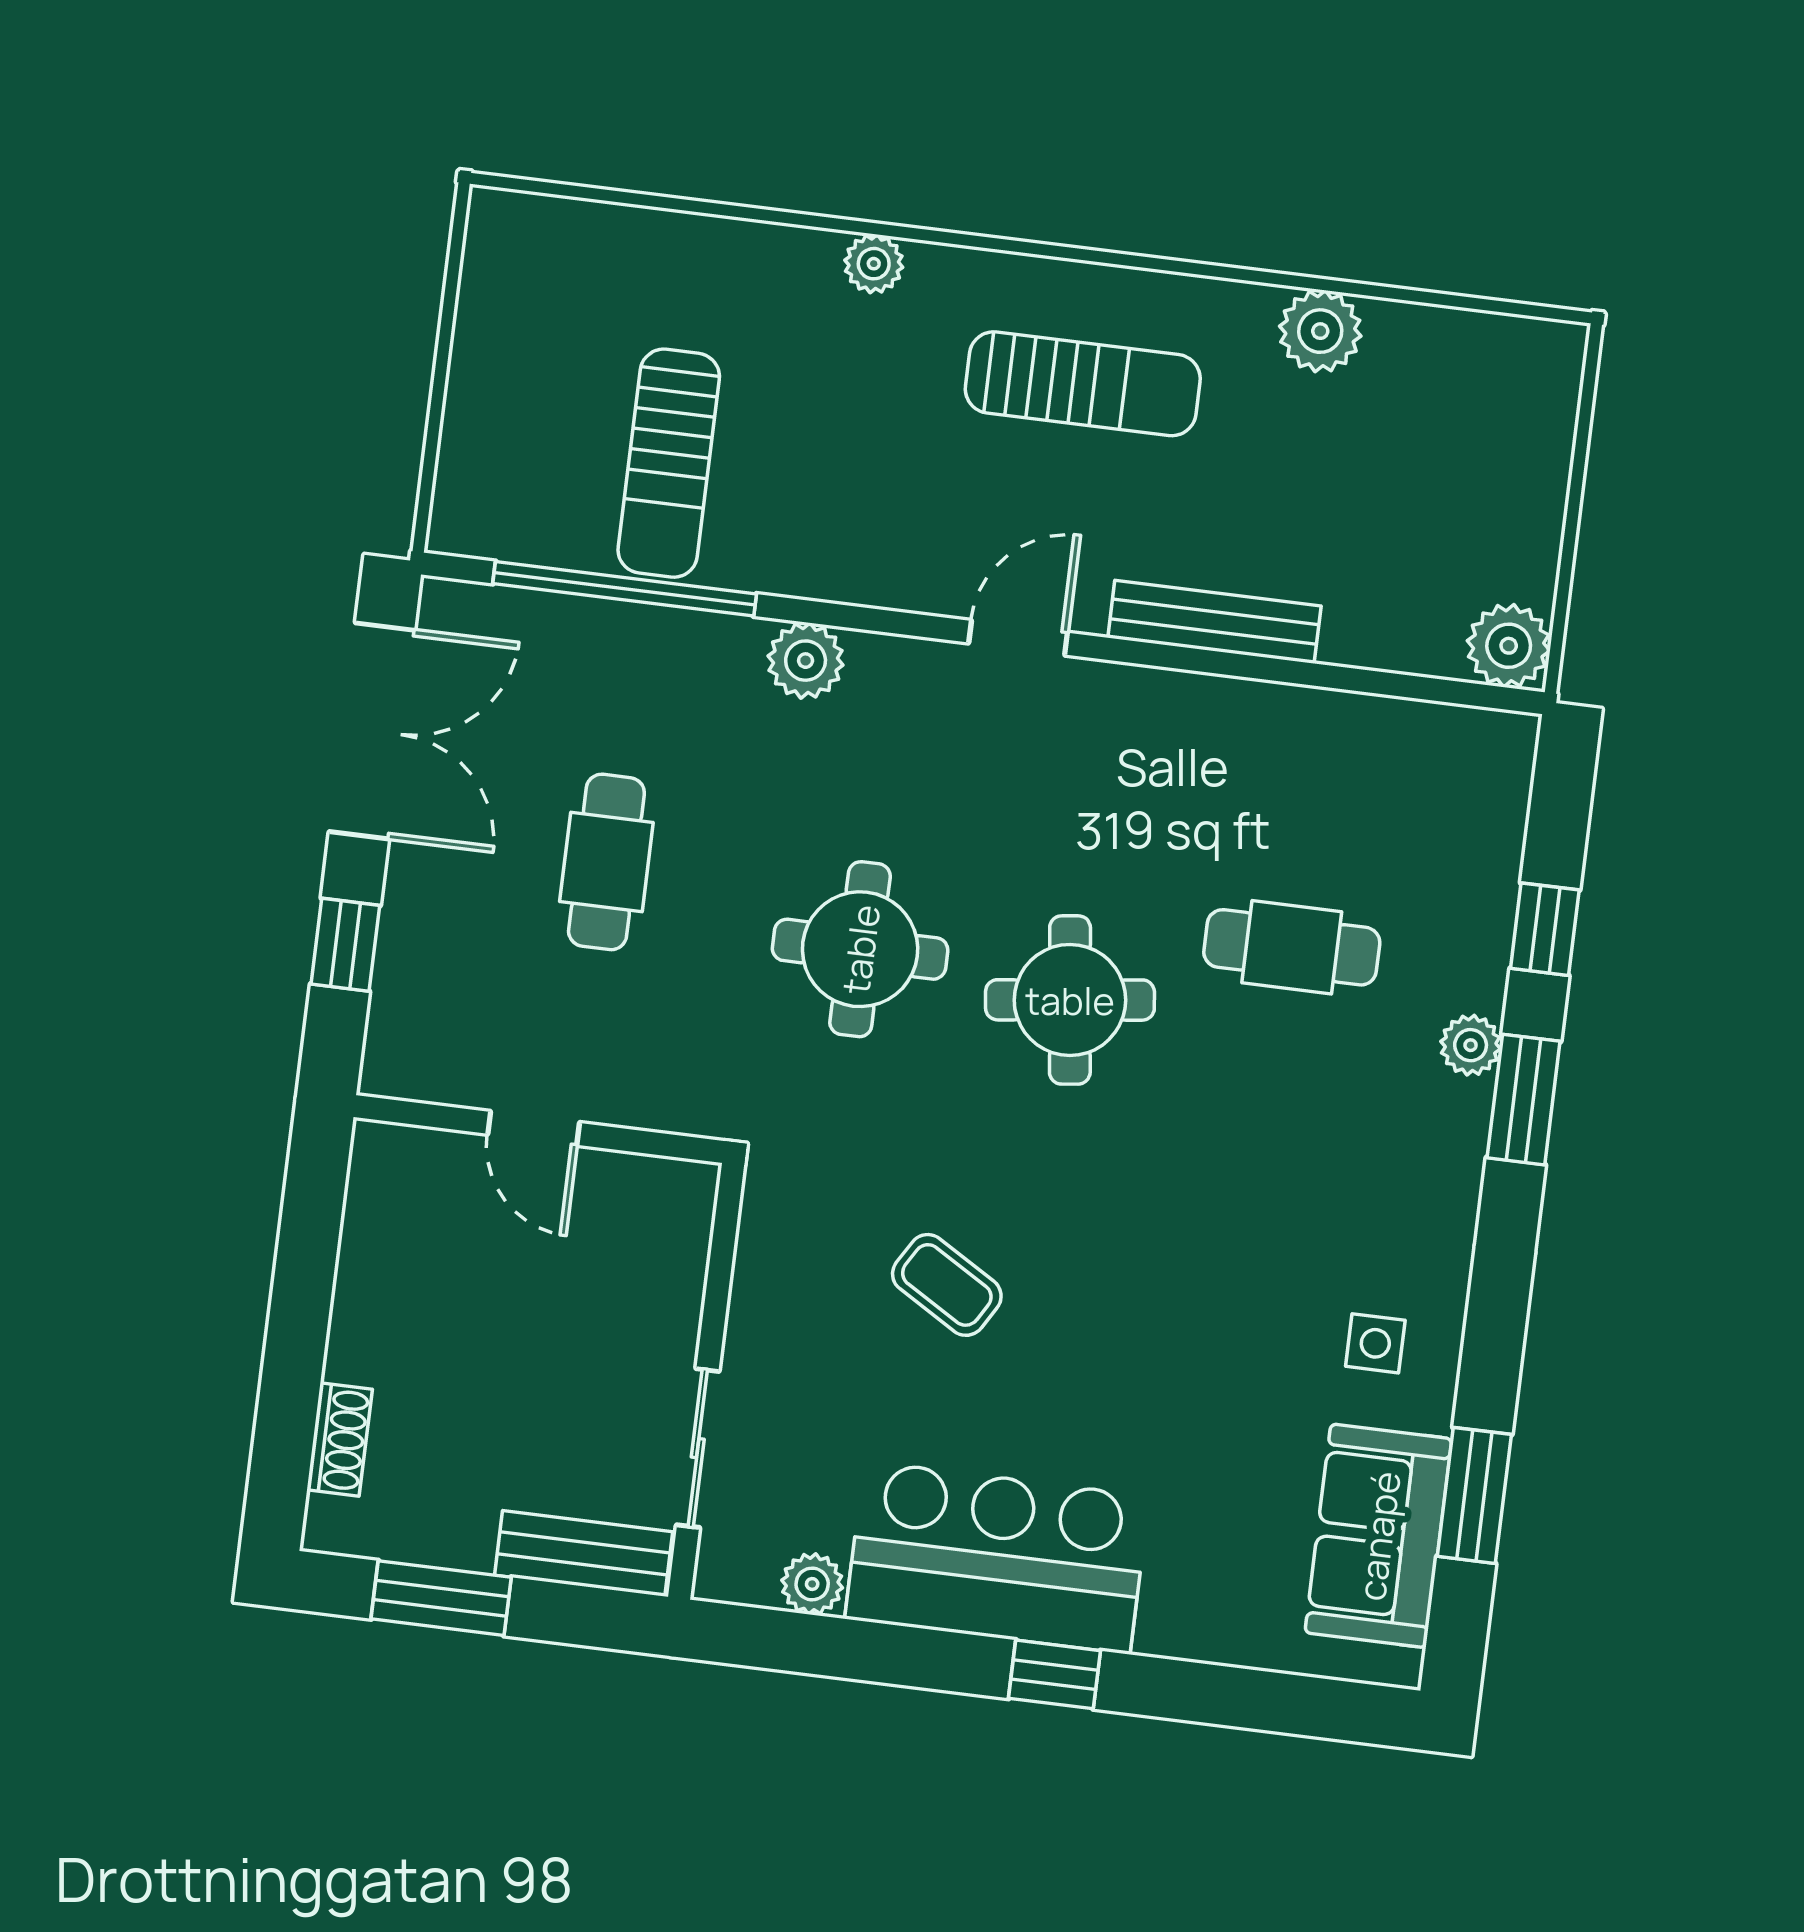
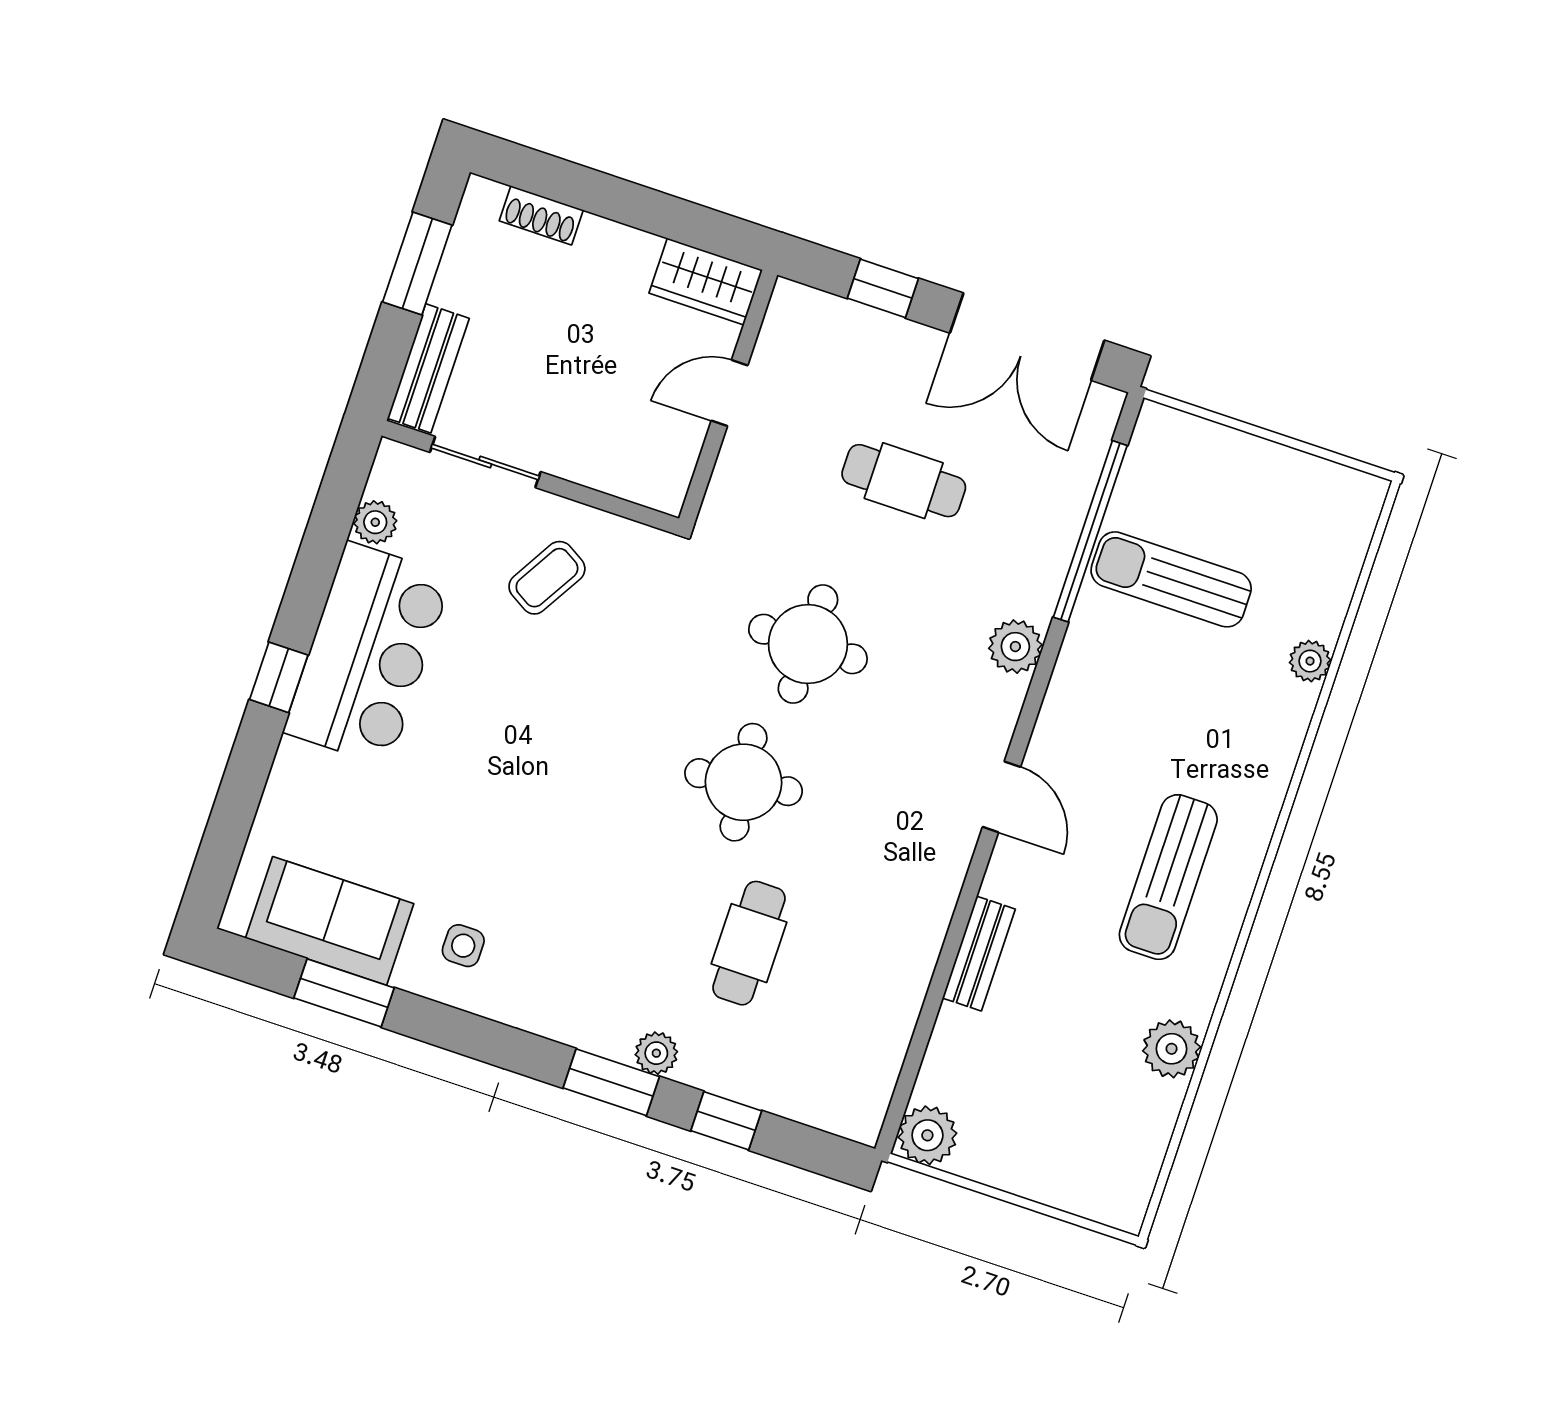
plant: (874, 264) -> (1310, 661), moved
bench: (1214, 622) -> (979, 954), width x0.73
wardrobe: (385, 1193) -> (706, 282), added
coffee table: (947, 1285) -> (547, 578), moved

